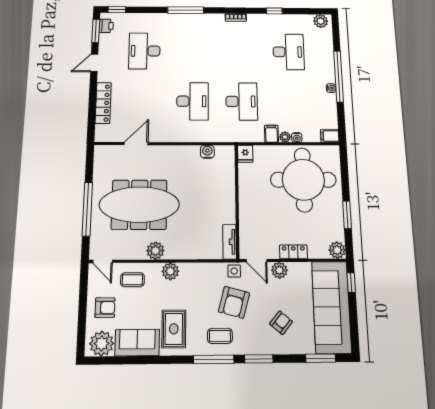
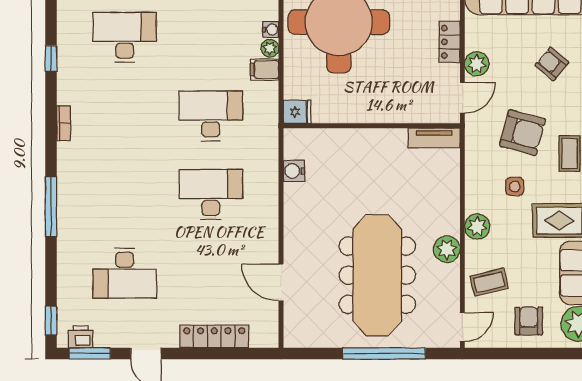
side table: (234, 271) -> (515, 186), moved
coffee table: (132, 280) -> (489, 282), turned 76

